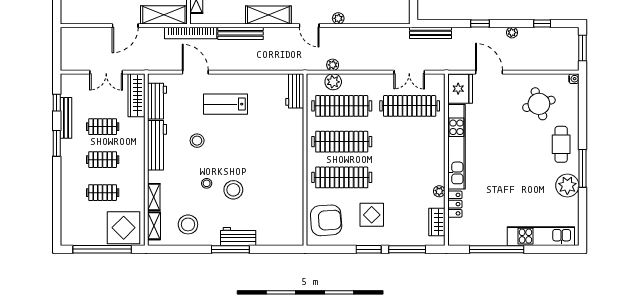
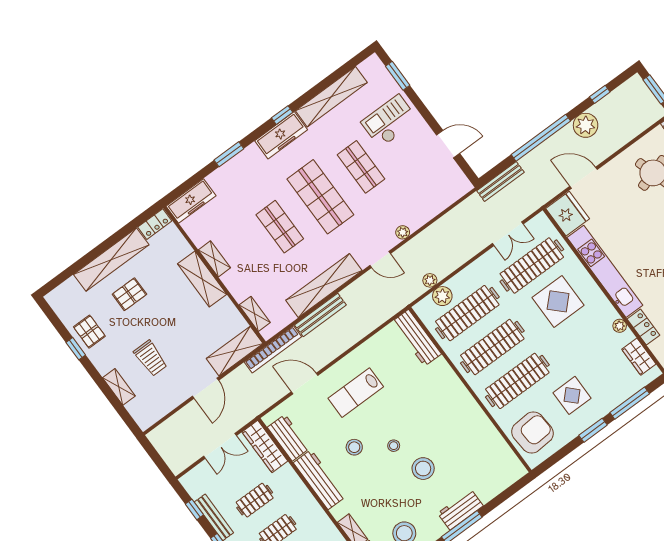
shelving: (268, 15) -> (324, 285), width x1.47
window: (480, 23) -> (541, 138), width x3.17
plant: (512, 33) -> (586, 125), width x1.88, depth x1.88
workbench: (295, 91) -> (417, 338), width x1.38
display table: (409, 144) -> (558, 301), added
stool: (207, 183) -> (394, 446), moved

